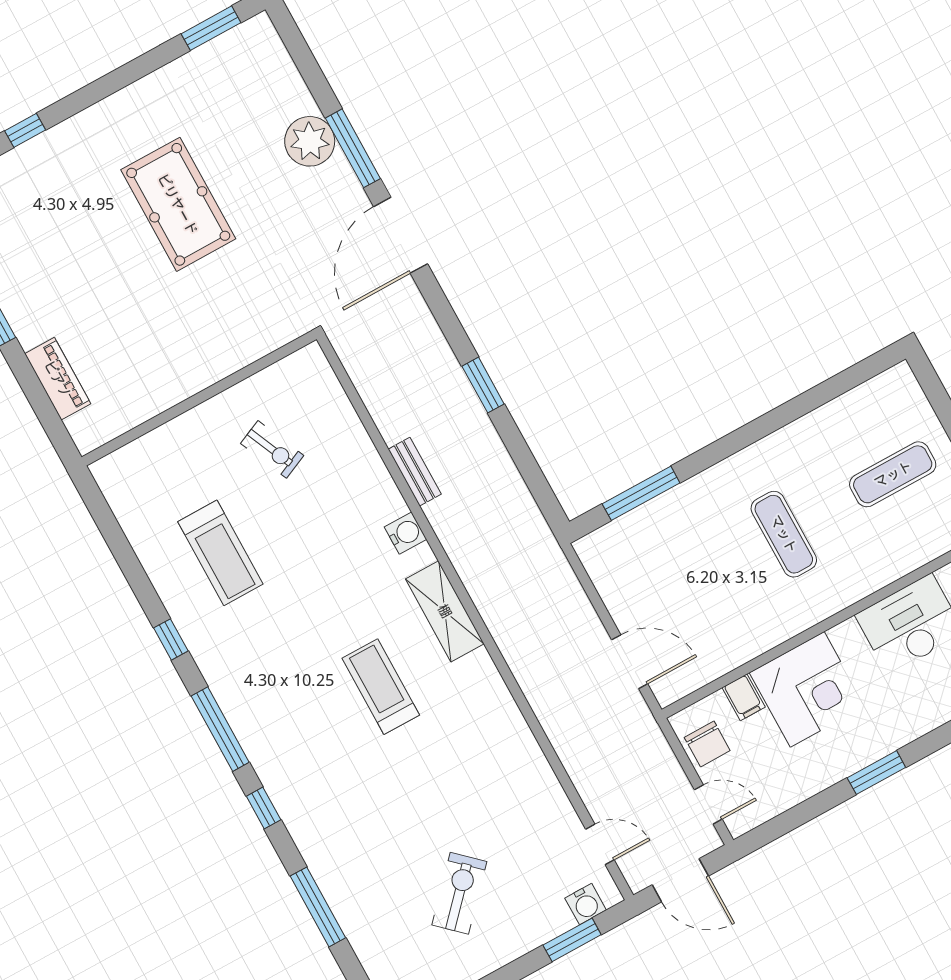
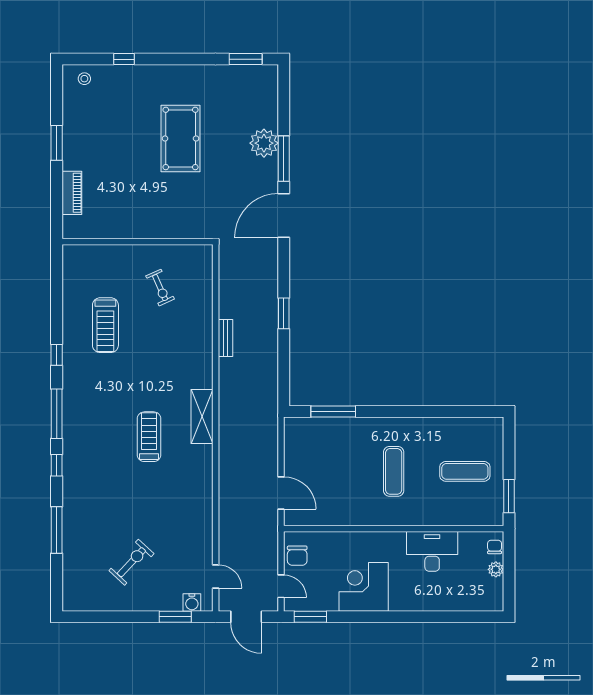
water cooler: (406, 533) -> (204, 366), removed
corner desk: (807, 689) -> (364, 587), moved, turned 180
filing cabinet: (744, 697) -> (328, 542), removed
window: (876, 773) -> (310, 617), moved

